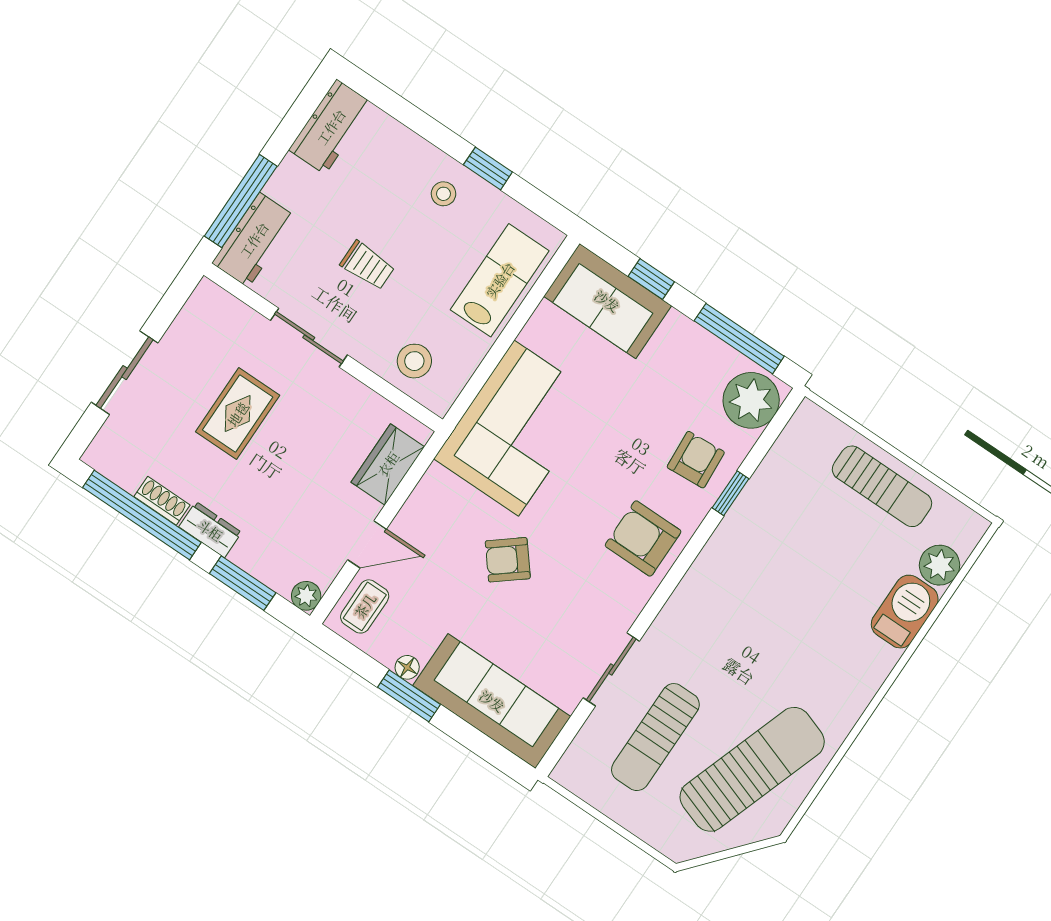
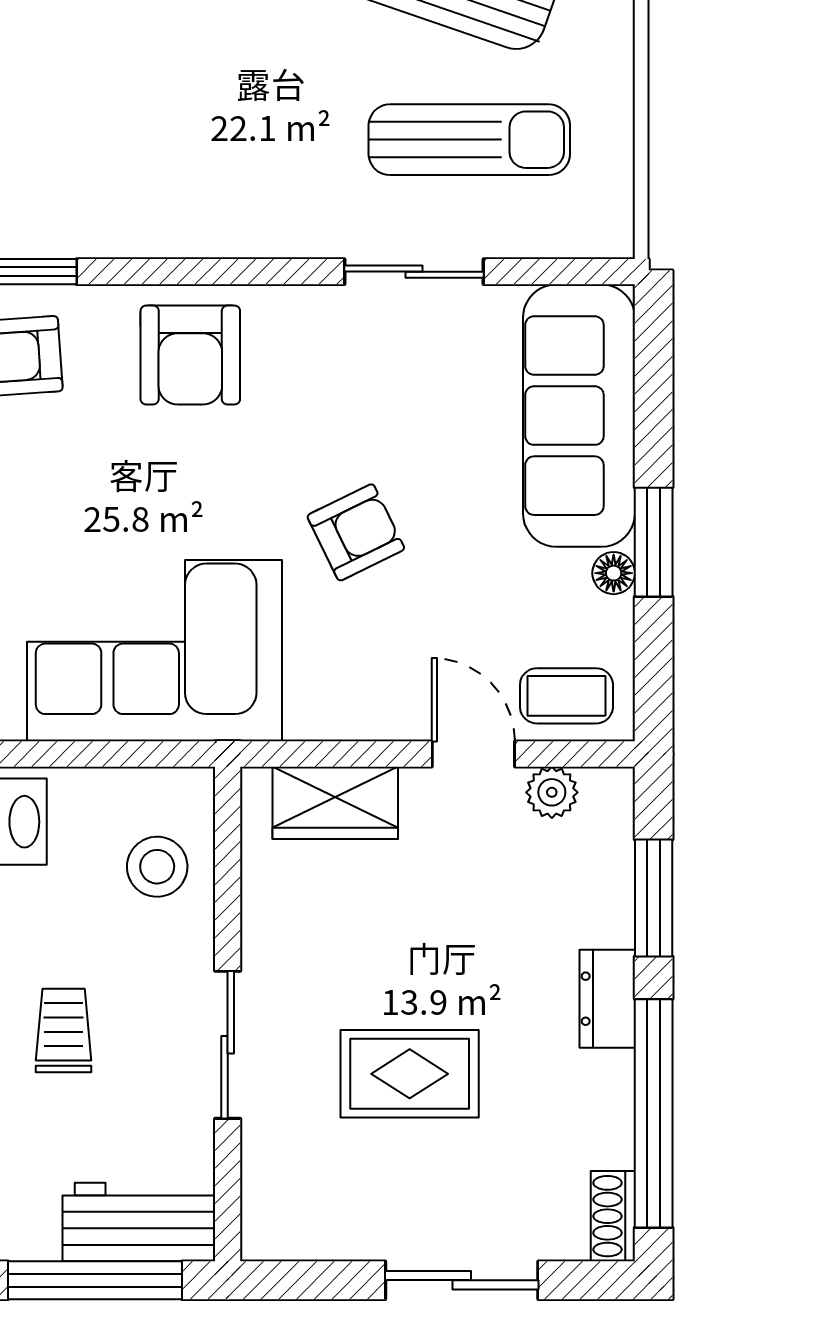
shoe rack: (162, 501) -> (613, 1216), moved
armchair: (508, 560) -> (356, 532), turned -77
plant: (306, 596) -> (552, 792), moved

